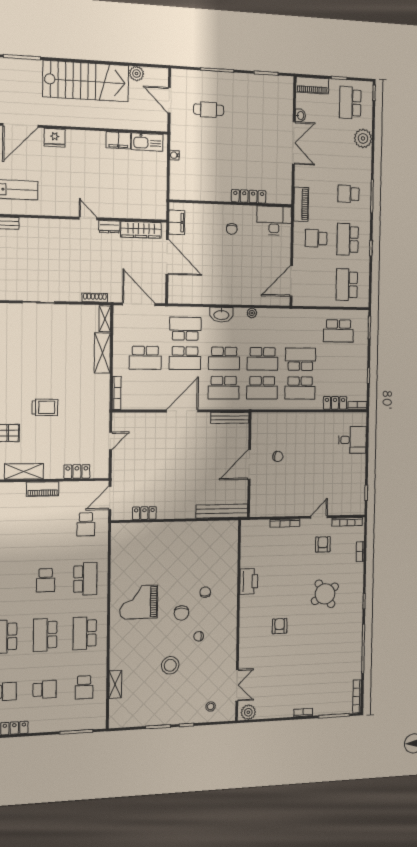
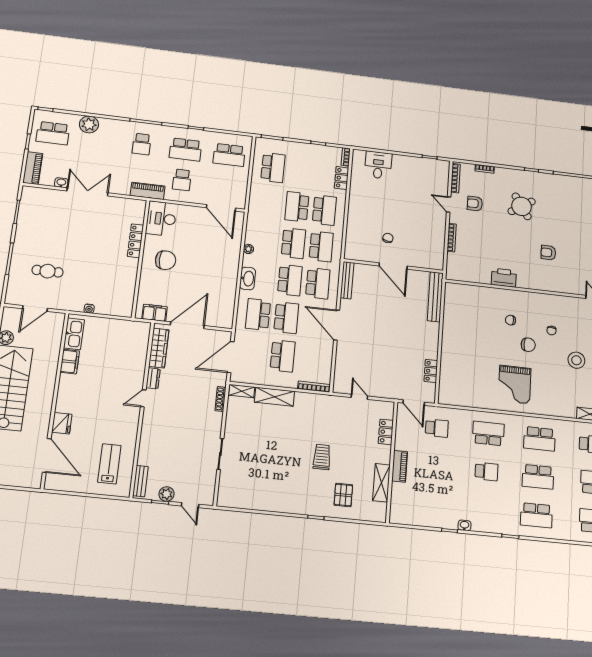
cafe table: (209, 110) -> (48, 271), turned 90
chair: (232, 229) -> (166, 260), width x1.87, depth x1.87

